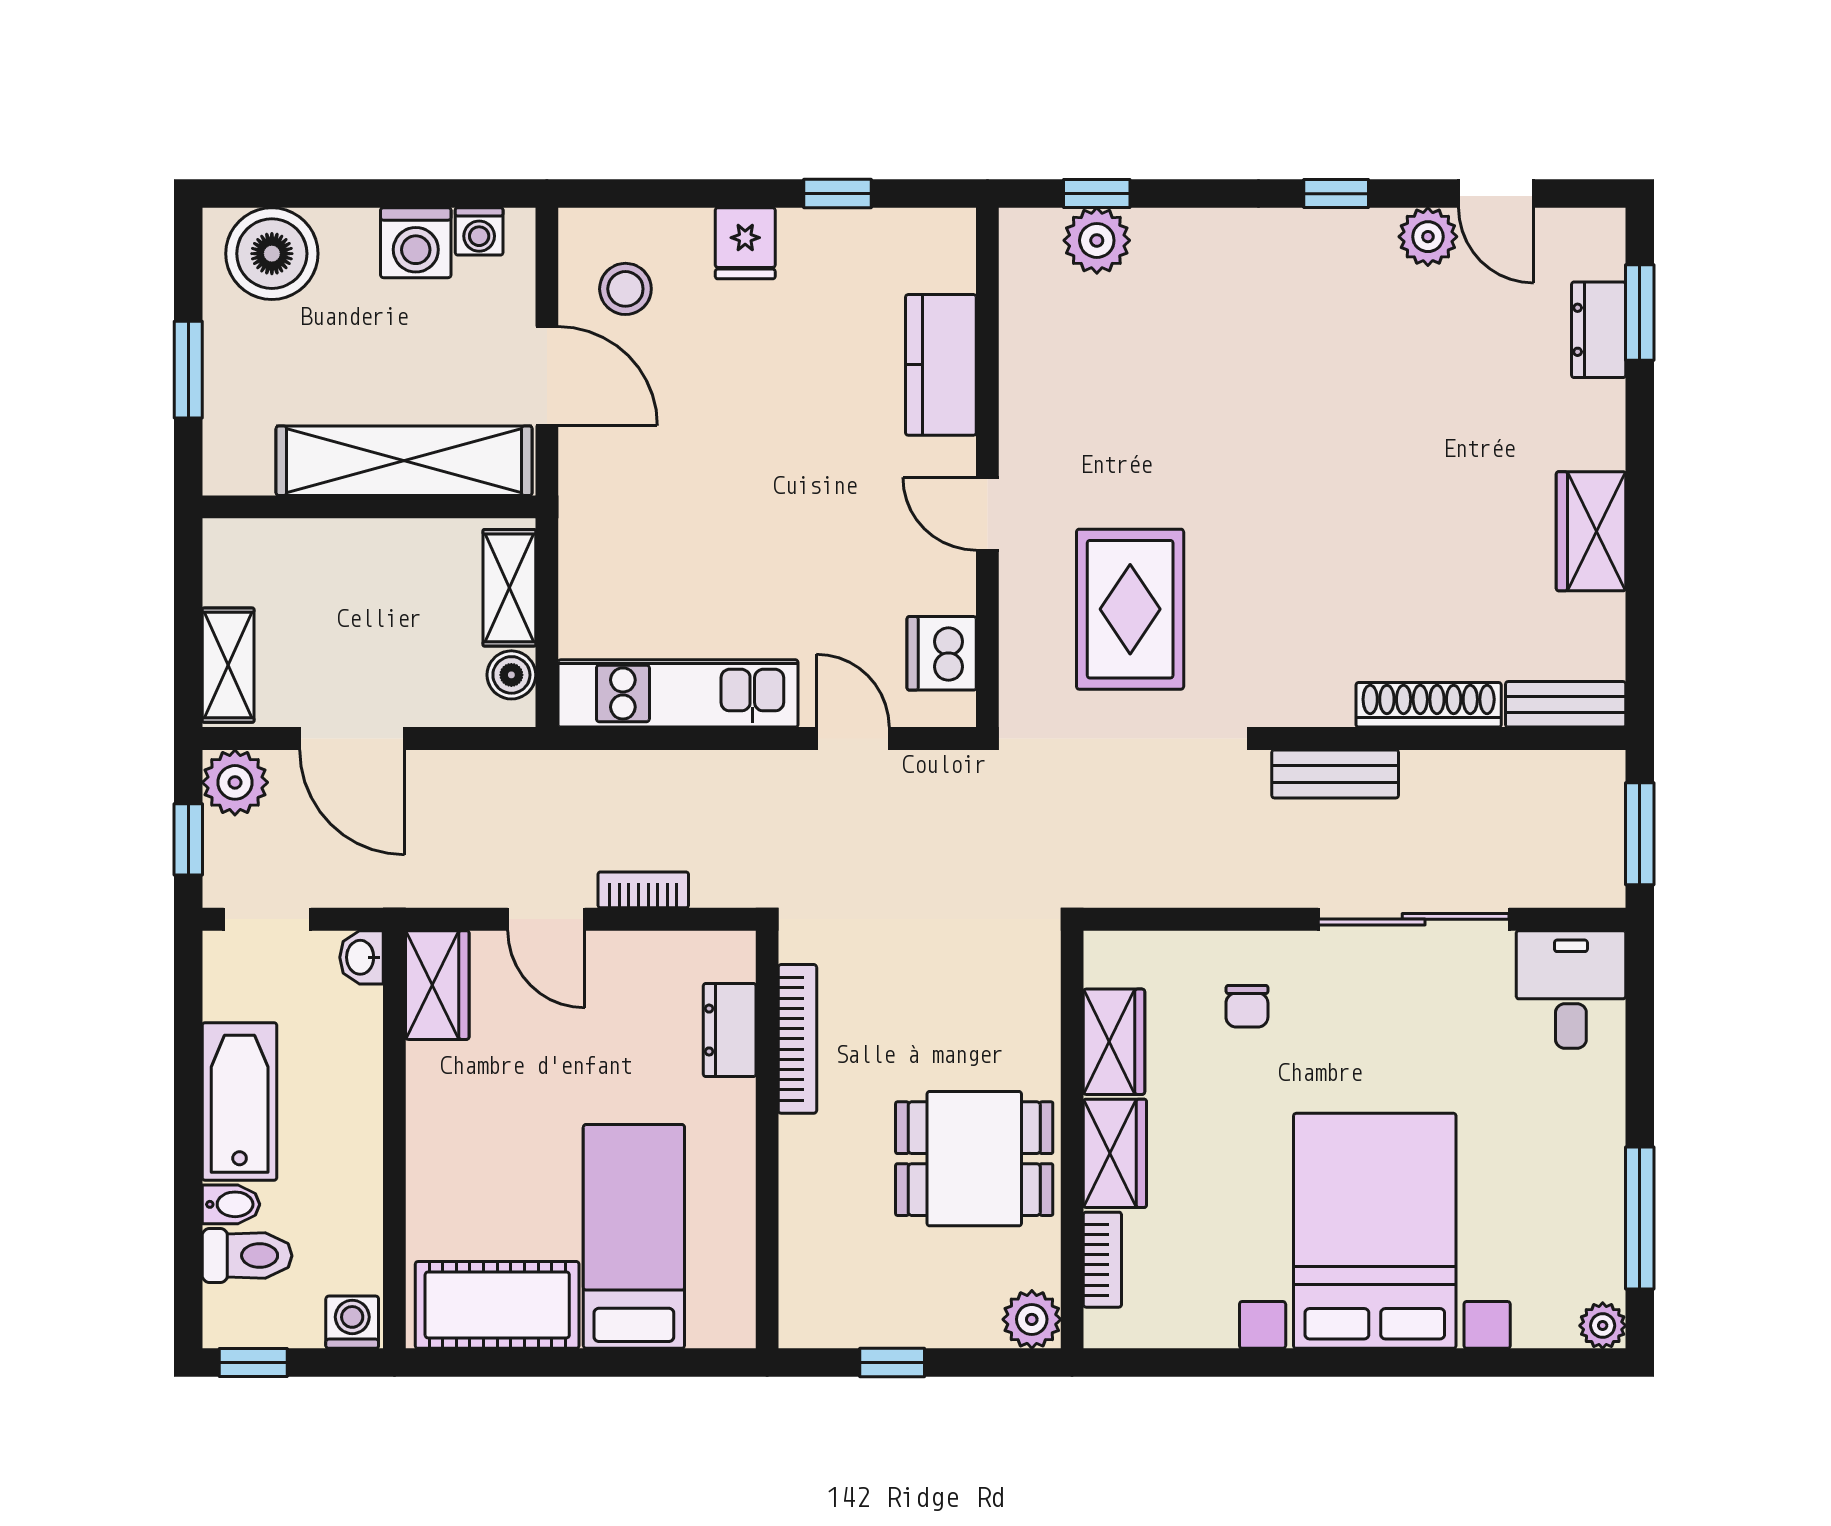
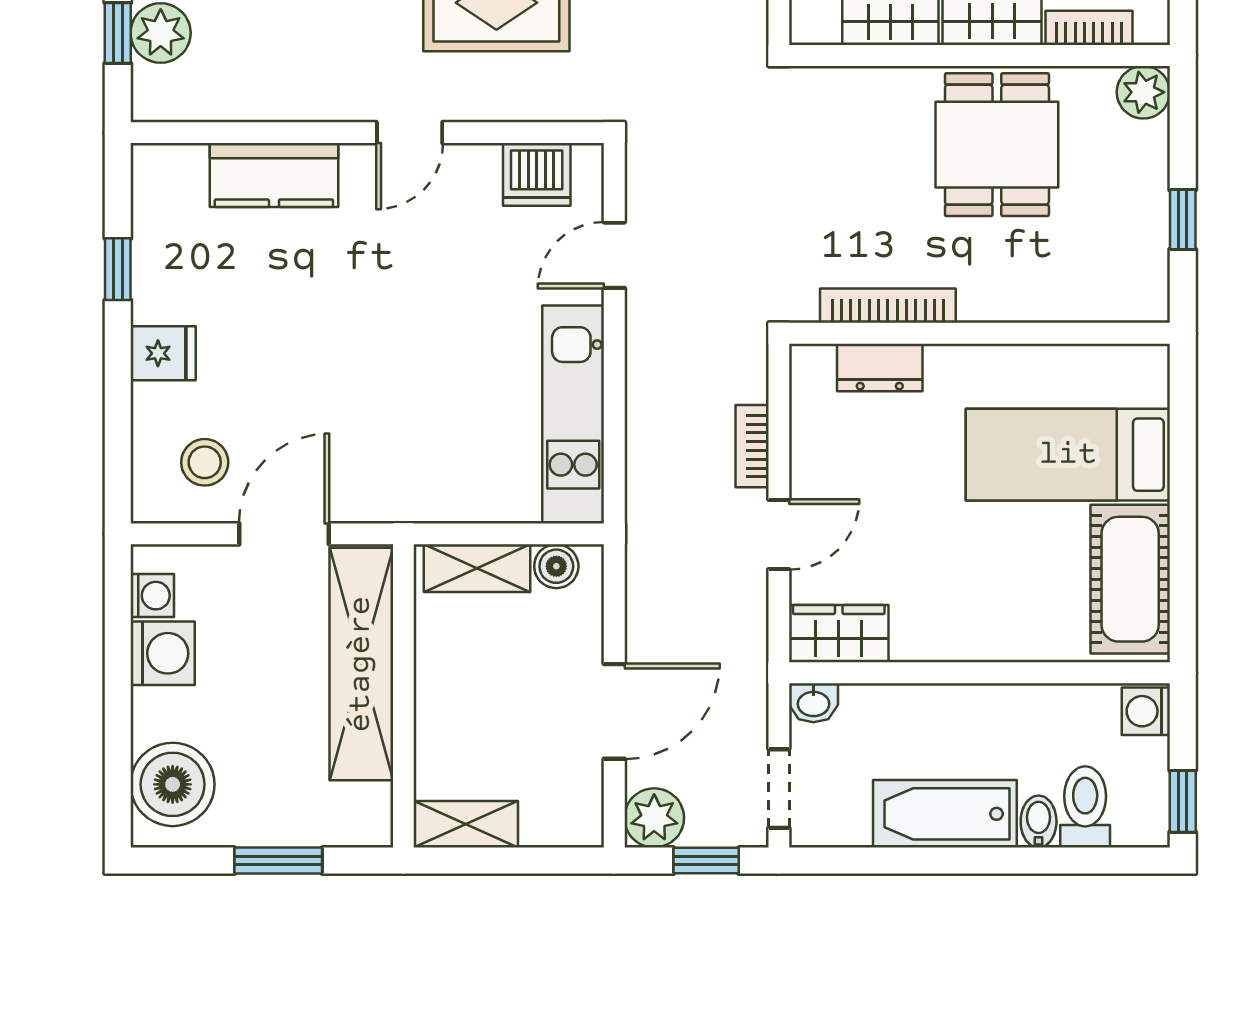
shelving: (228, 665) -> (466, 824), moved

